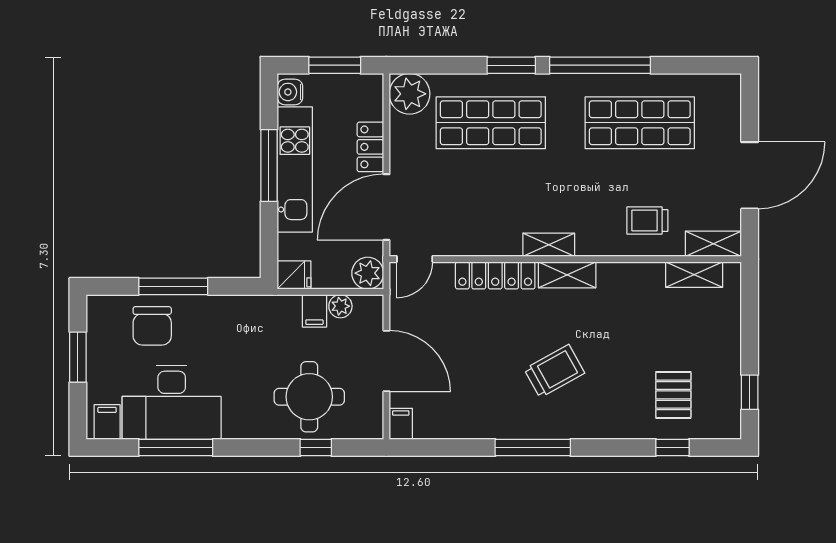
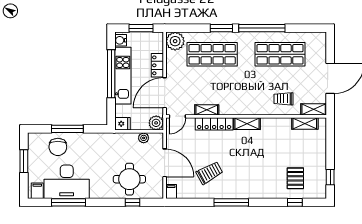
window: (269, 165) -> (111, 74), width x1.46
shelving: (549, 245) -> (207, 110), moved
filing cabinet: (314, 311) -> (132, 140), removed
trolley: (554, 371) -> (209, 173), moved

